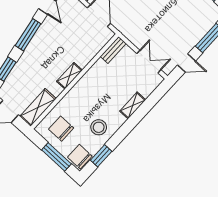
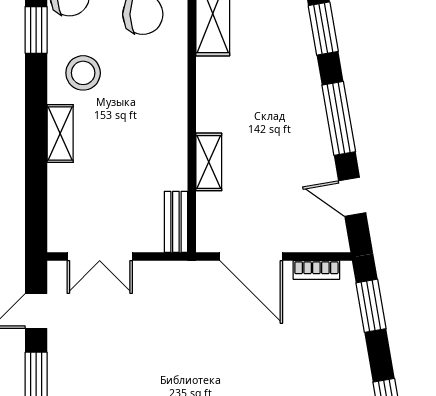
shelving: (69, 76) -> (209, 162), moved
shelving: (133, 105) -> (60, 133), moved

